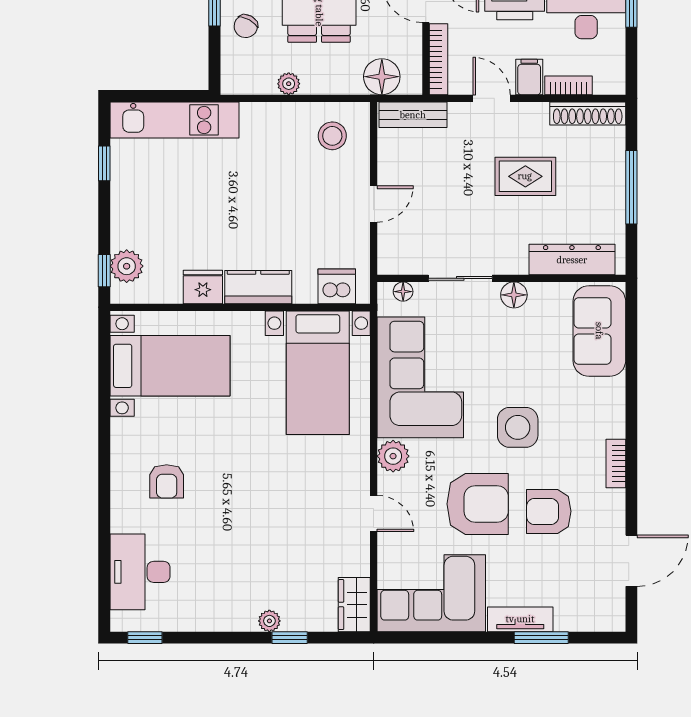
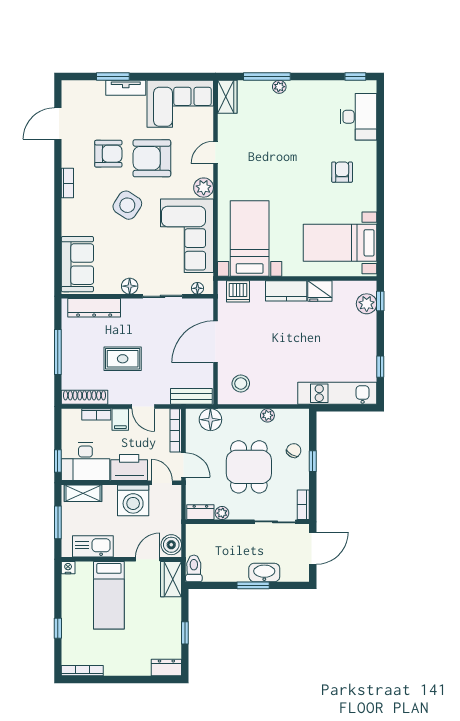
door: (374, 204) -> (215, 342), width x1.88
side table: (518, 427) -> (127, 205), turned 33
door: (374, 514) -> (215, 152), hinge flipped
window: (290, 638) -> (267, 77), width x2.17

